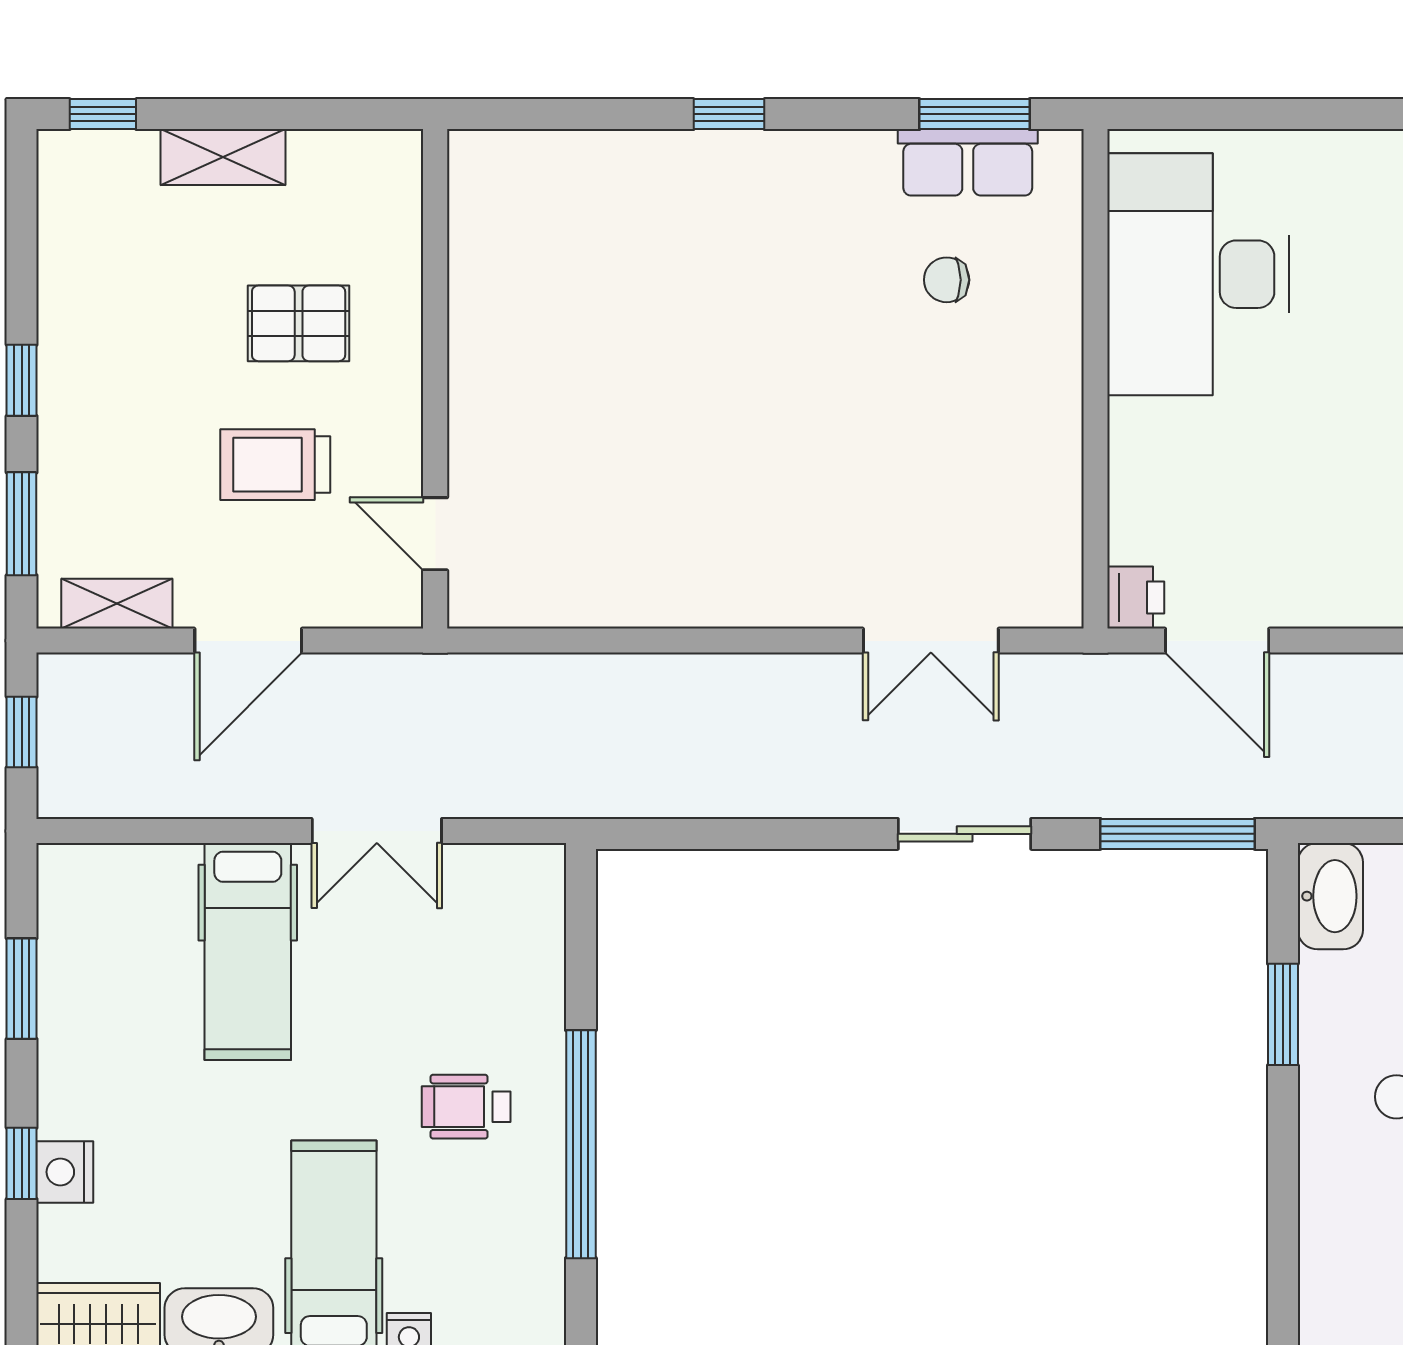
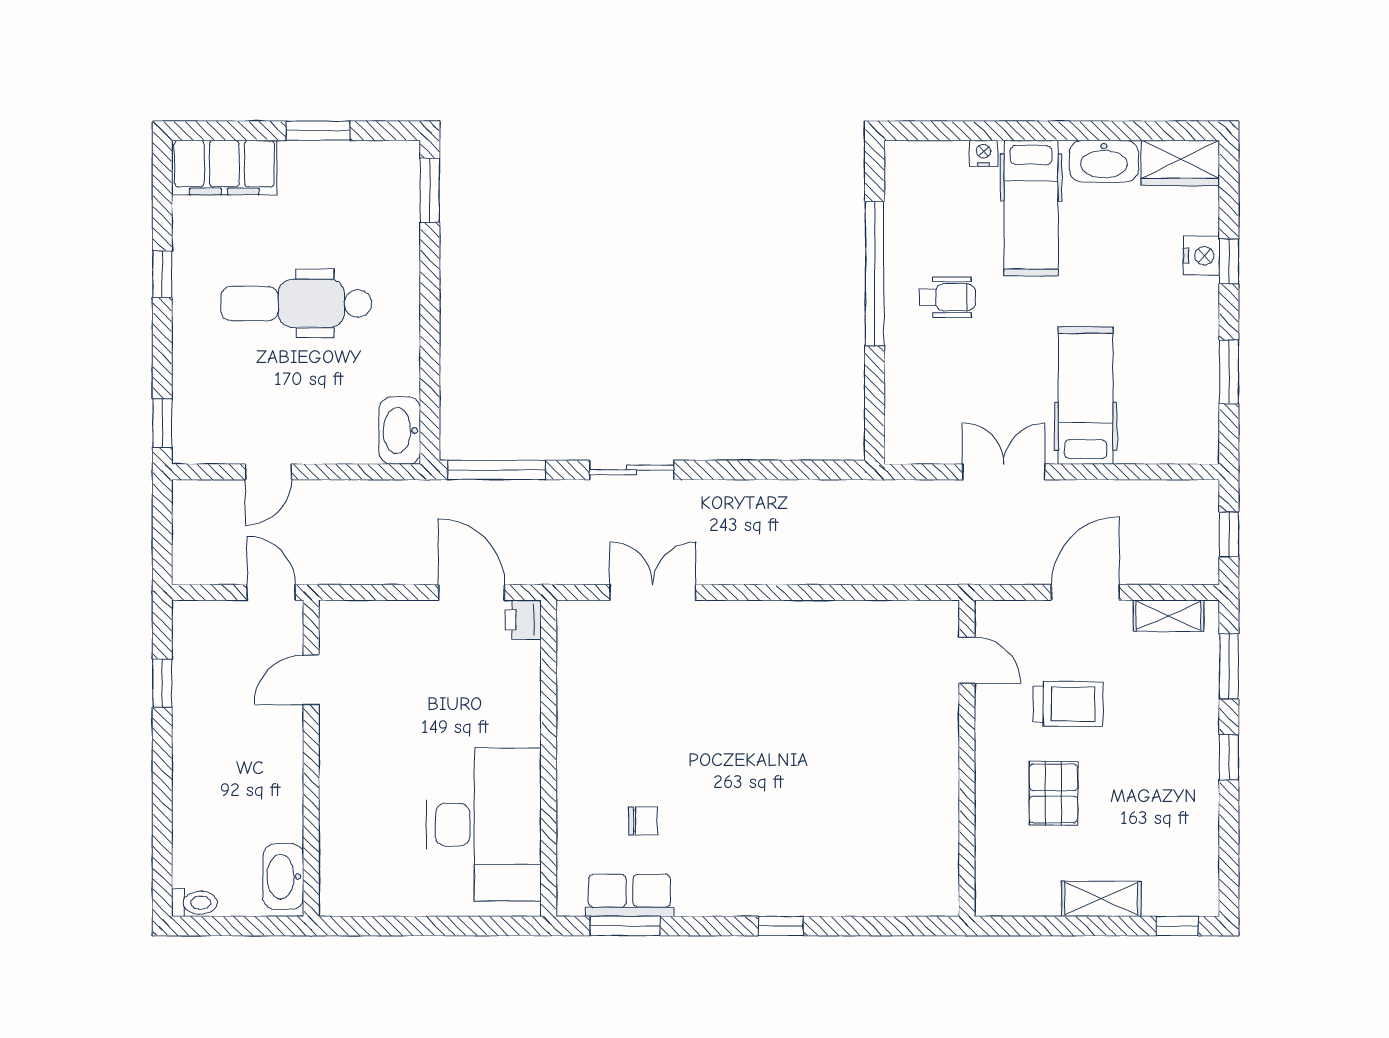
pallet: (299, 323) -> (1053, 793), turned 90
window: (1283, 1014) -> (430, 190), moved

